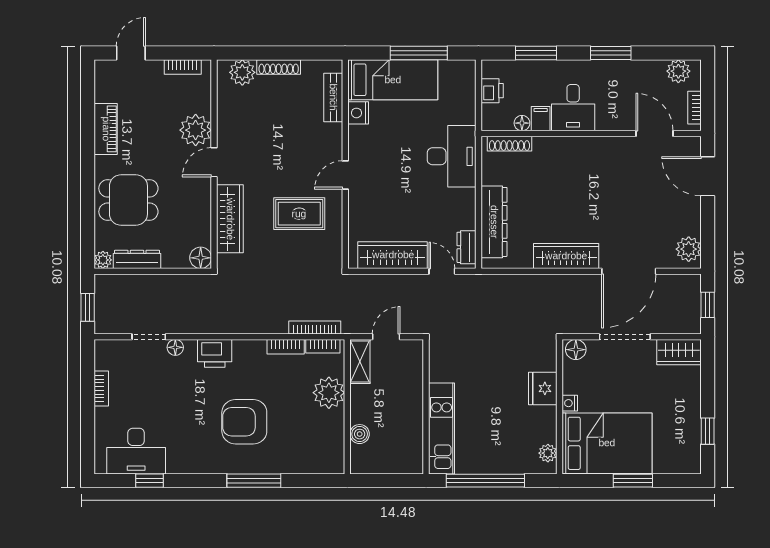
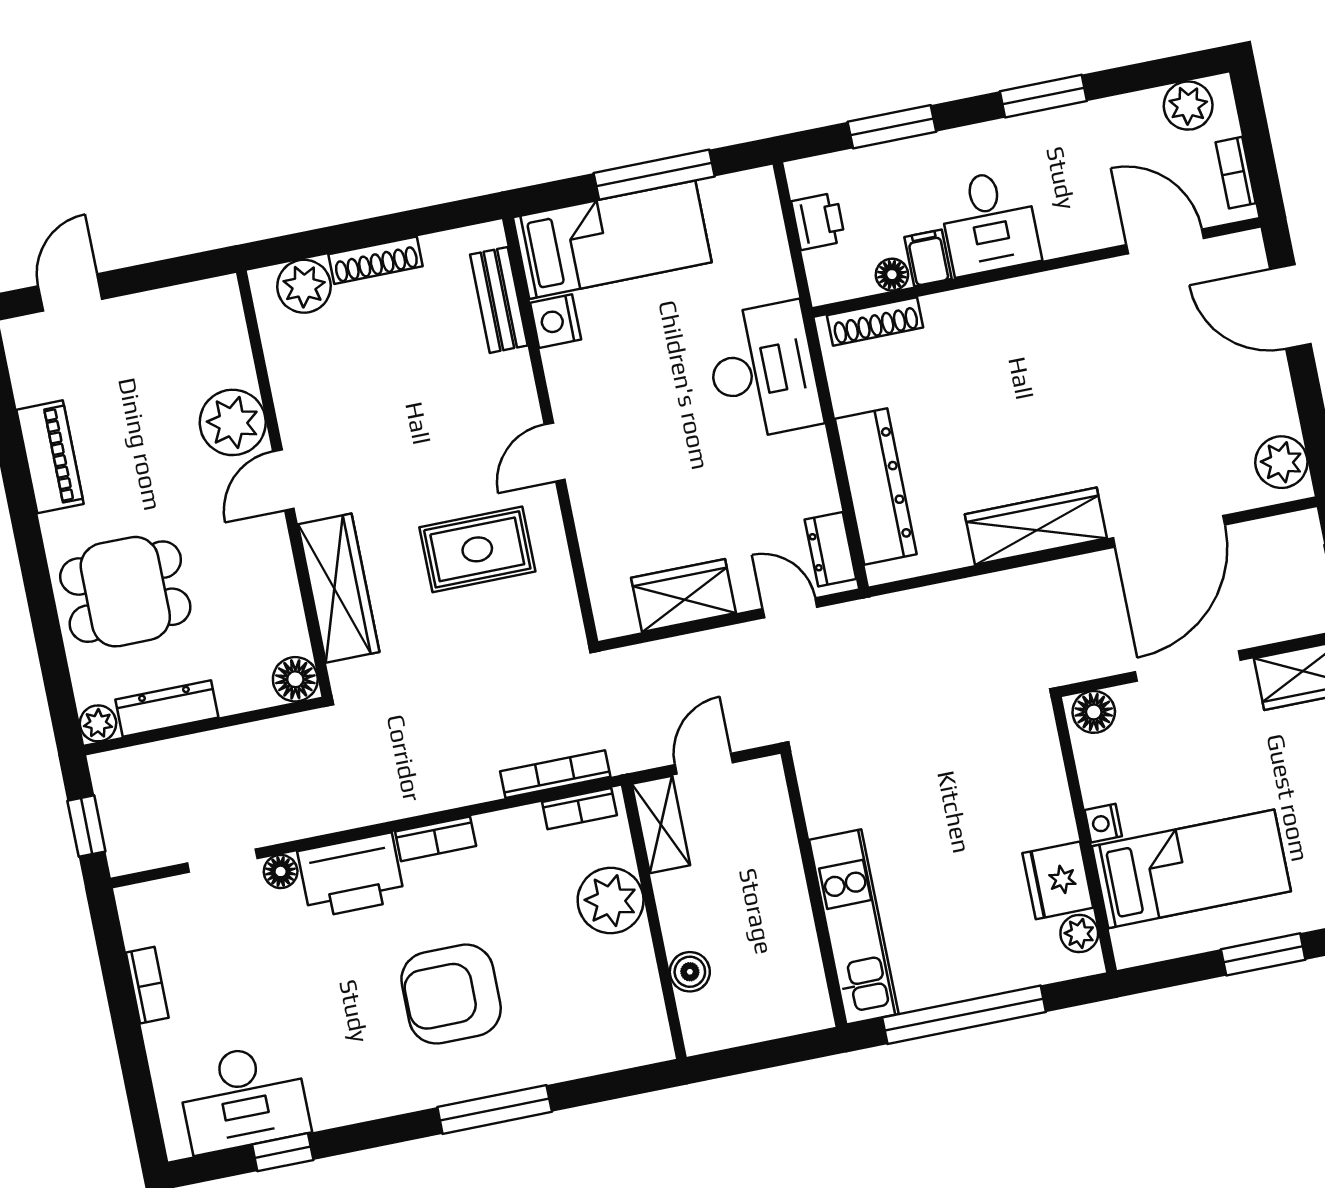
bookcase: (183, 67) -> (181, 299), removed
wardrobe: (393, 255) -> (683, 595), width x0.67
bookcase: (286, 347) -> (436, 839), moved
printer: (215, 353) -> (351, 876), width x1.37, depth x1.19
fridge: (543, 388) -> (1058, 880), moved
bed: (607, 443) -> (1191, 869), width x0.67

